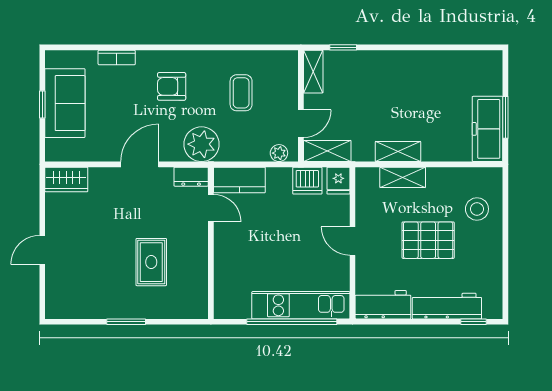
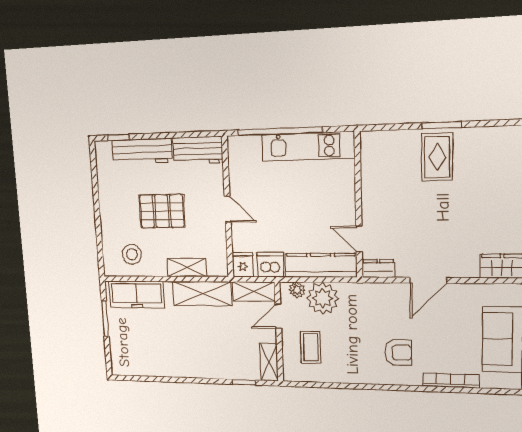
bookcase: (117, 57) -> (451, 380), width x1.56
coffee table: (241, 93) -> (311, 347), moved
freezer: (488, 129) -> (137, 294), moved, turned 90
plant: (202, 144) -> (323, 298), moved
shelving: (398, 151) -> (202, 294), width x1.50, depth x1.33
kitchen counter: (239, 180) -> (321, 265), width x1.50
stool: (477, 209) -> (132, 254), moved
rug: (151, 262) -> (437, 157), moved
kitchen unit: (301, 305) -> (308, 146), moved

